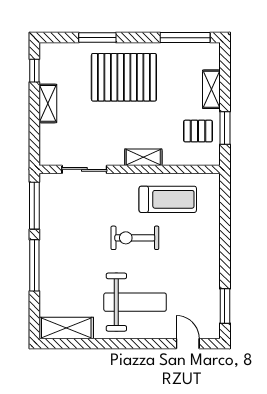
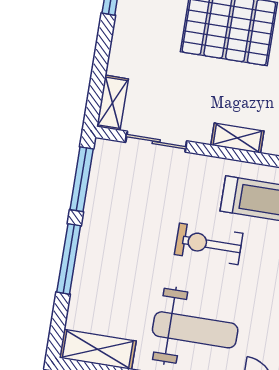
shelving: (48, 103) -> (112, 103), moved

